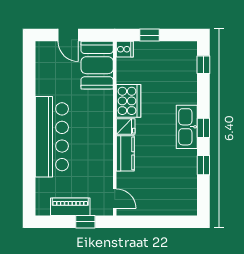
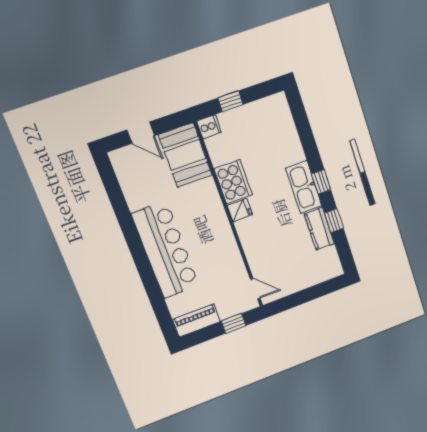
window: (203, 65) -> (299, 114), removed
kitchen counter: (125, 153) -> (319, 229), moved, turned 180
piano: (70, 207) -> (197, 321), moved

